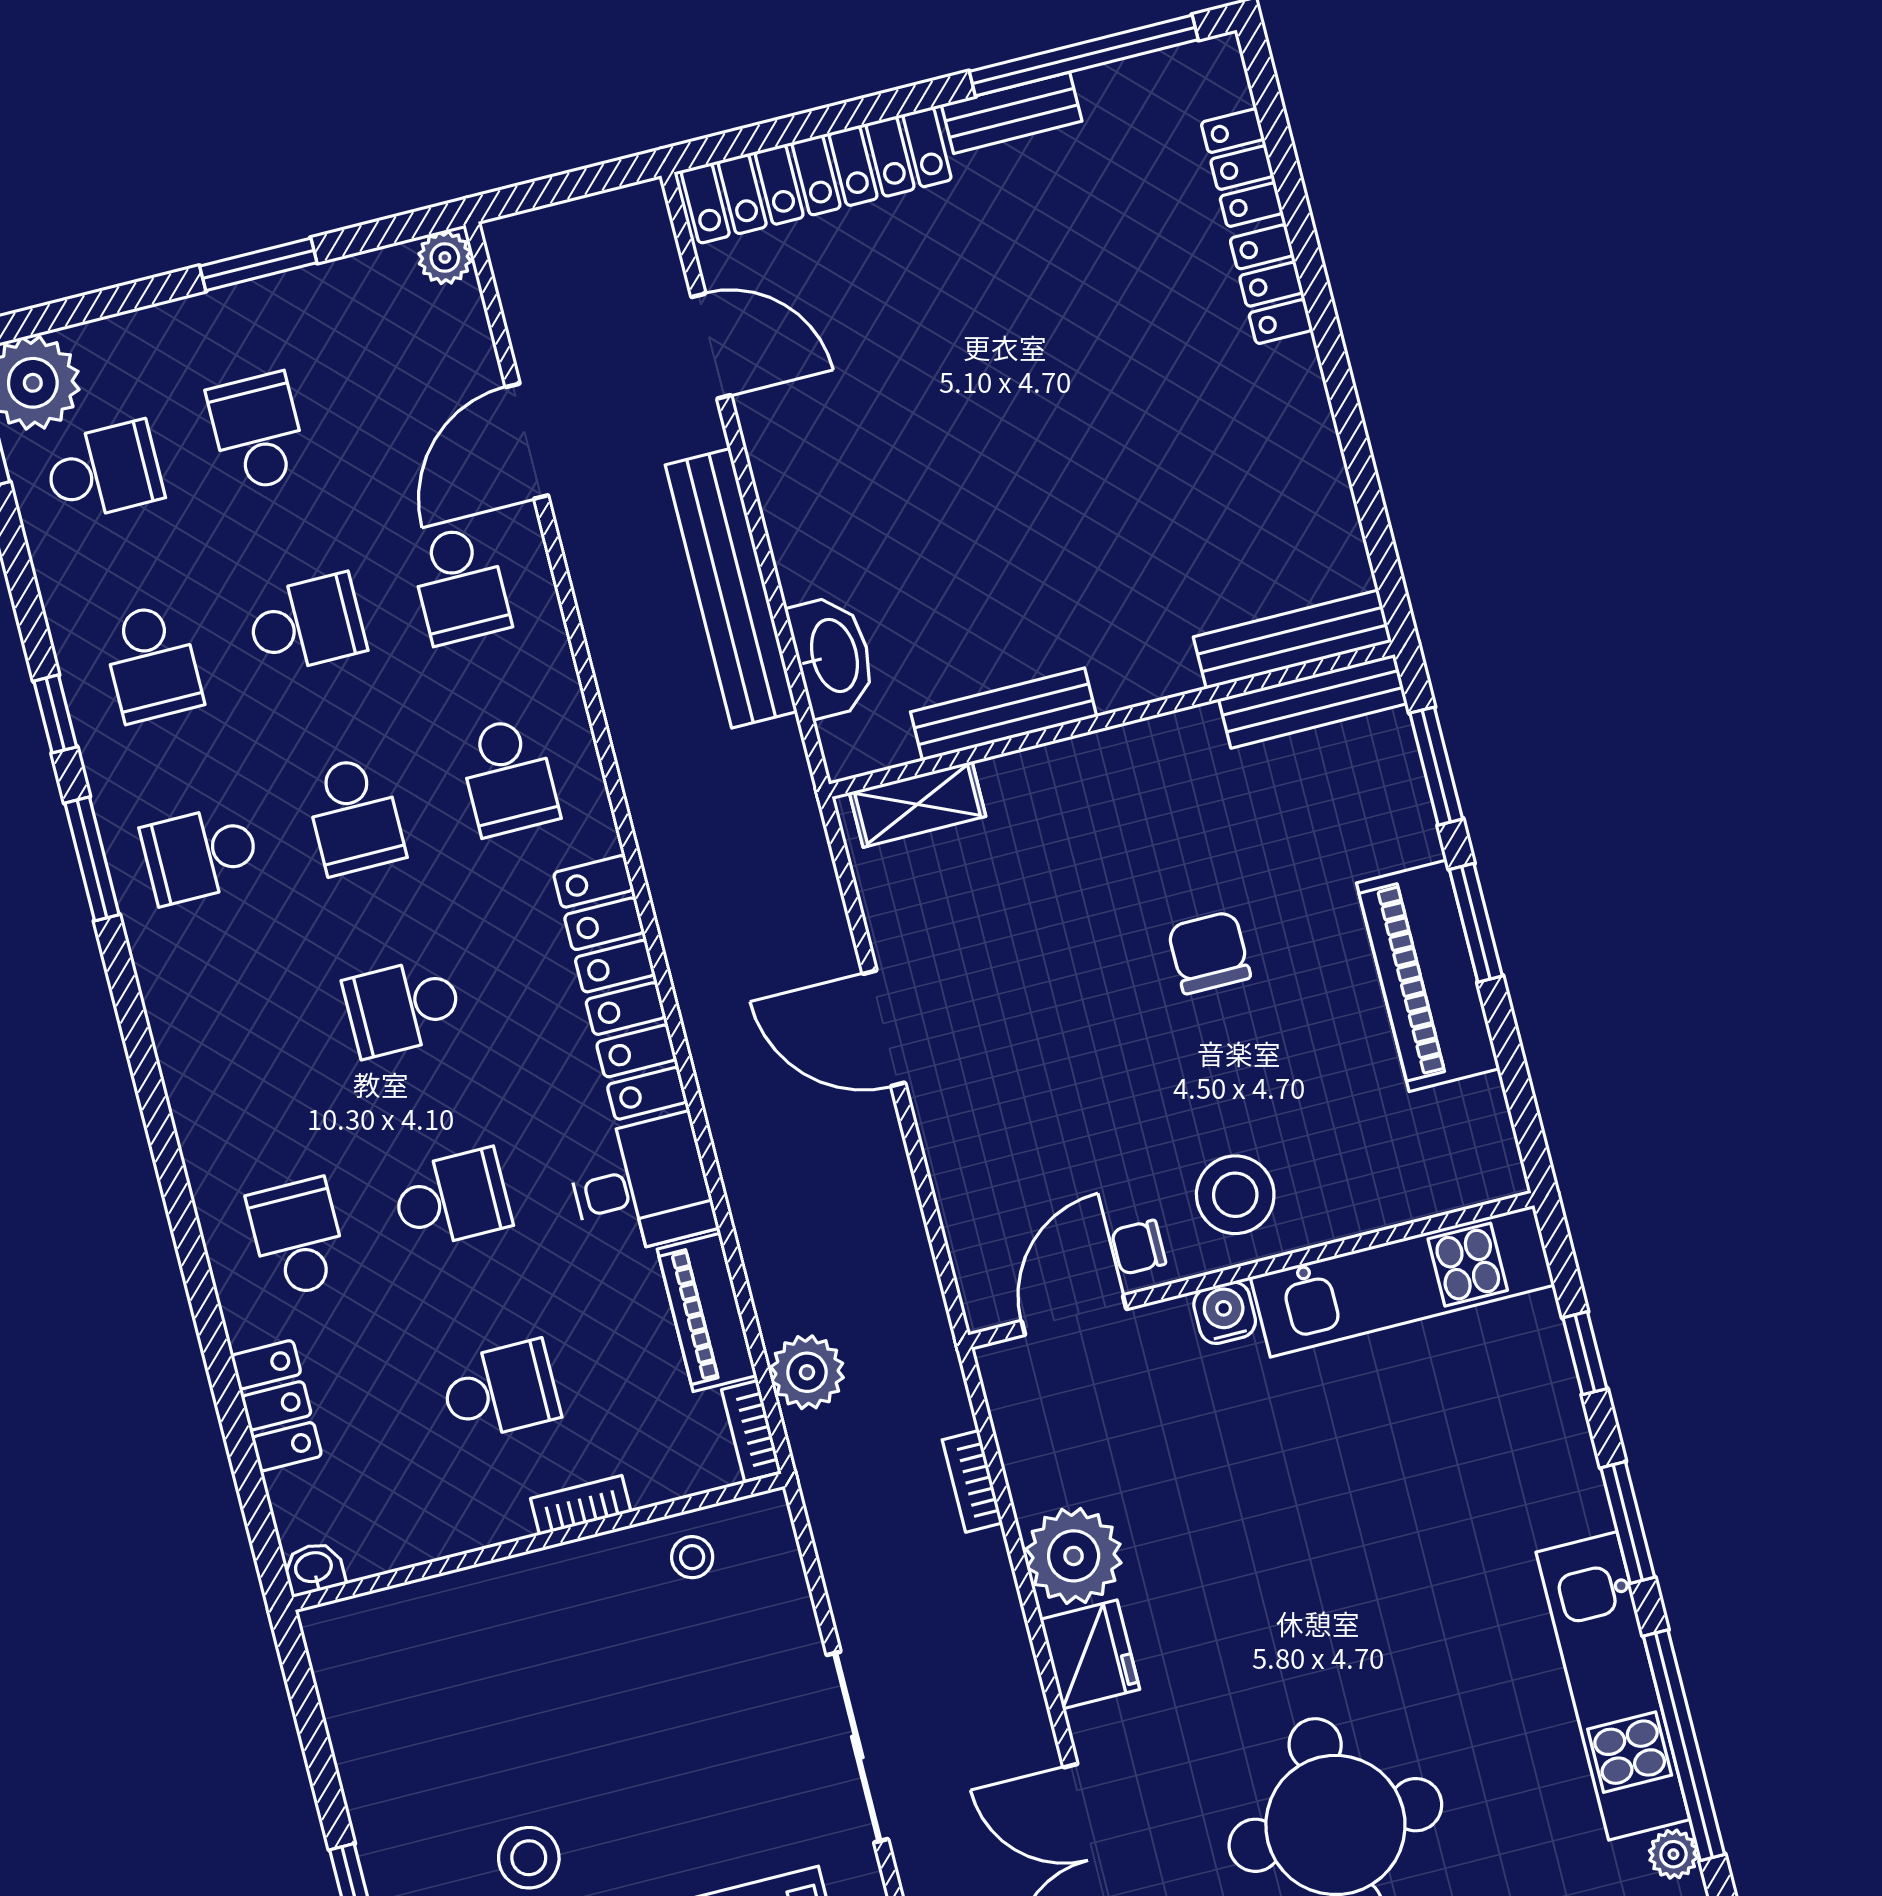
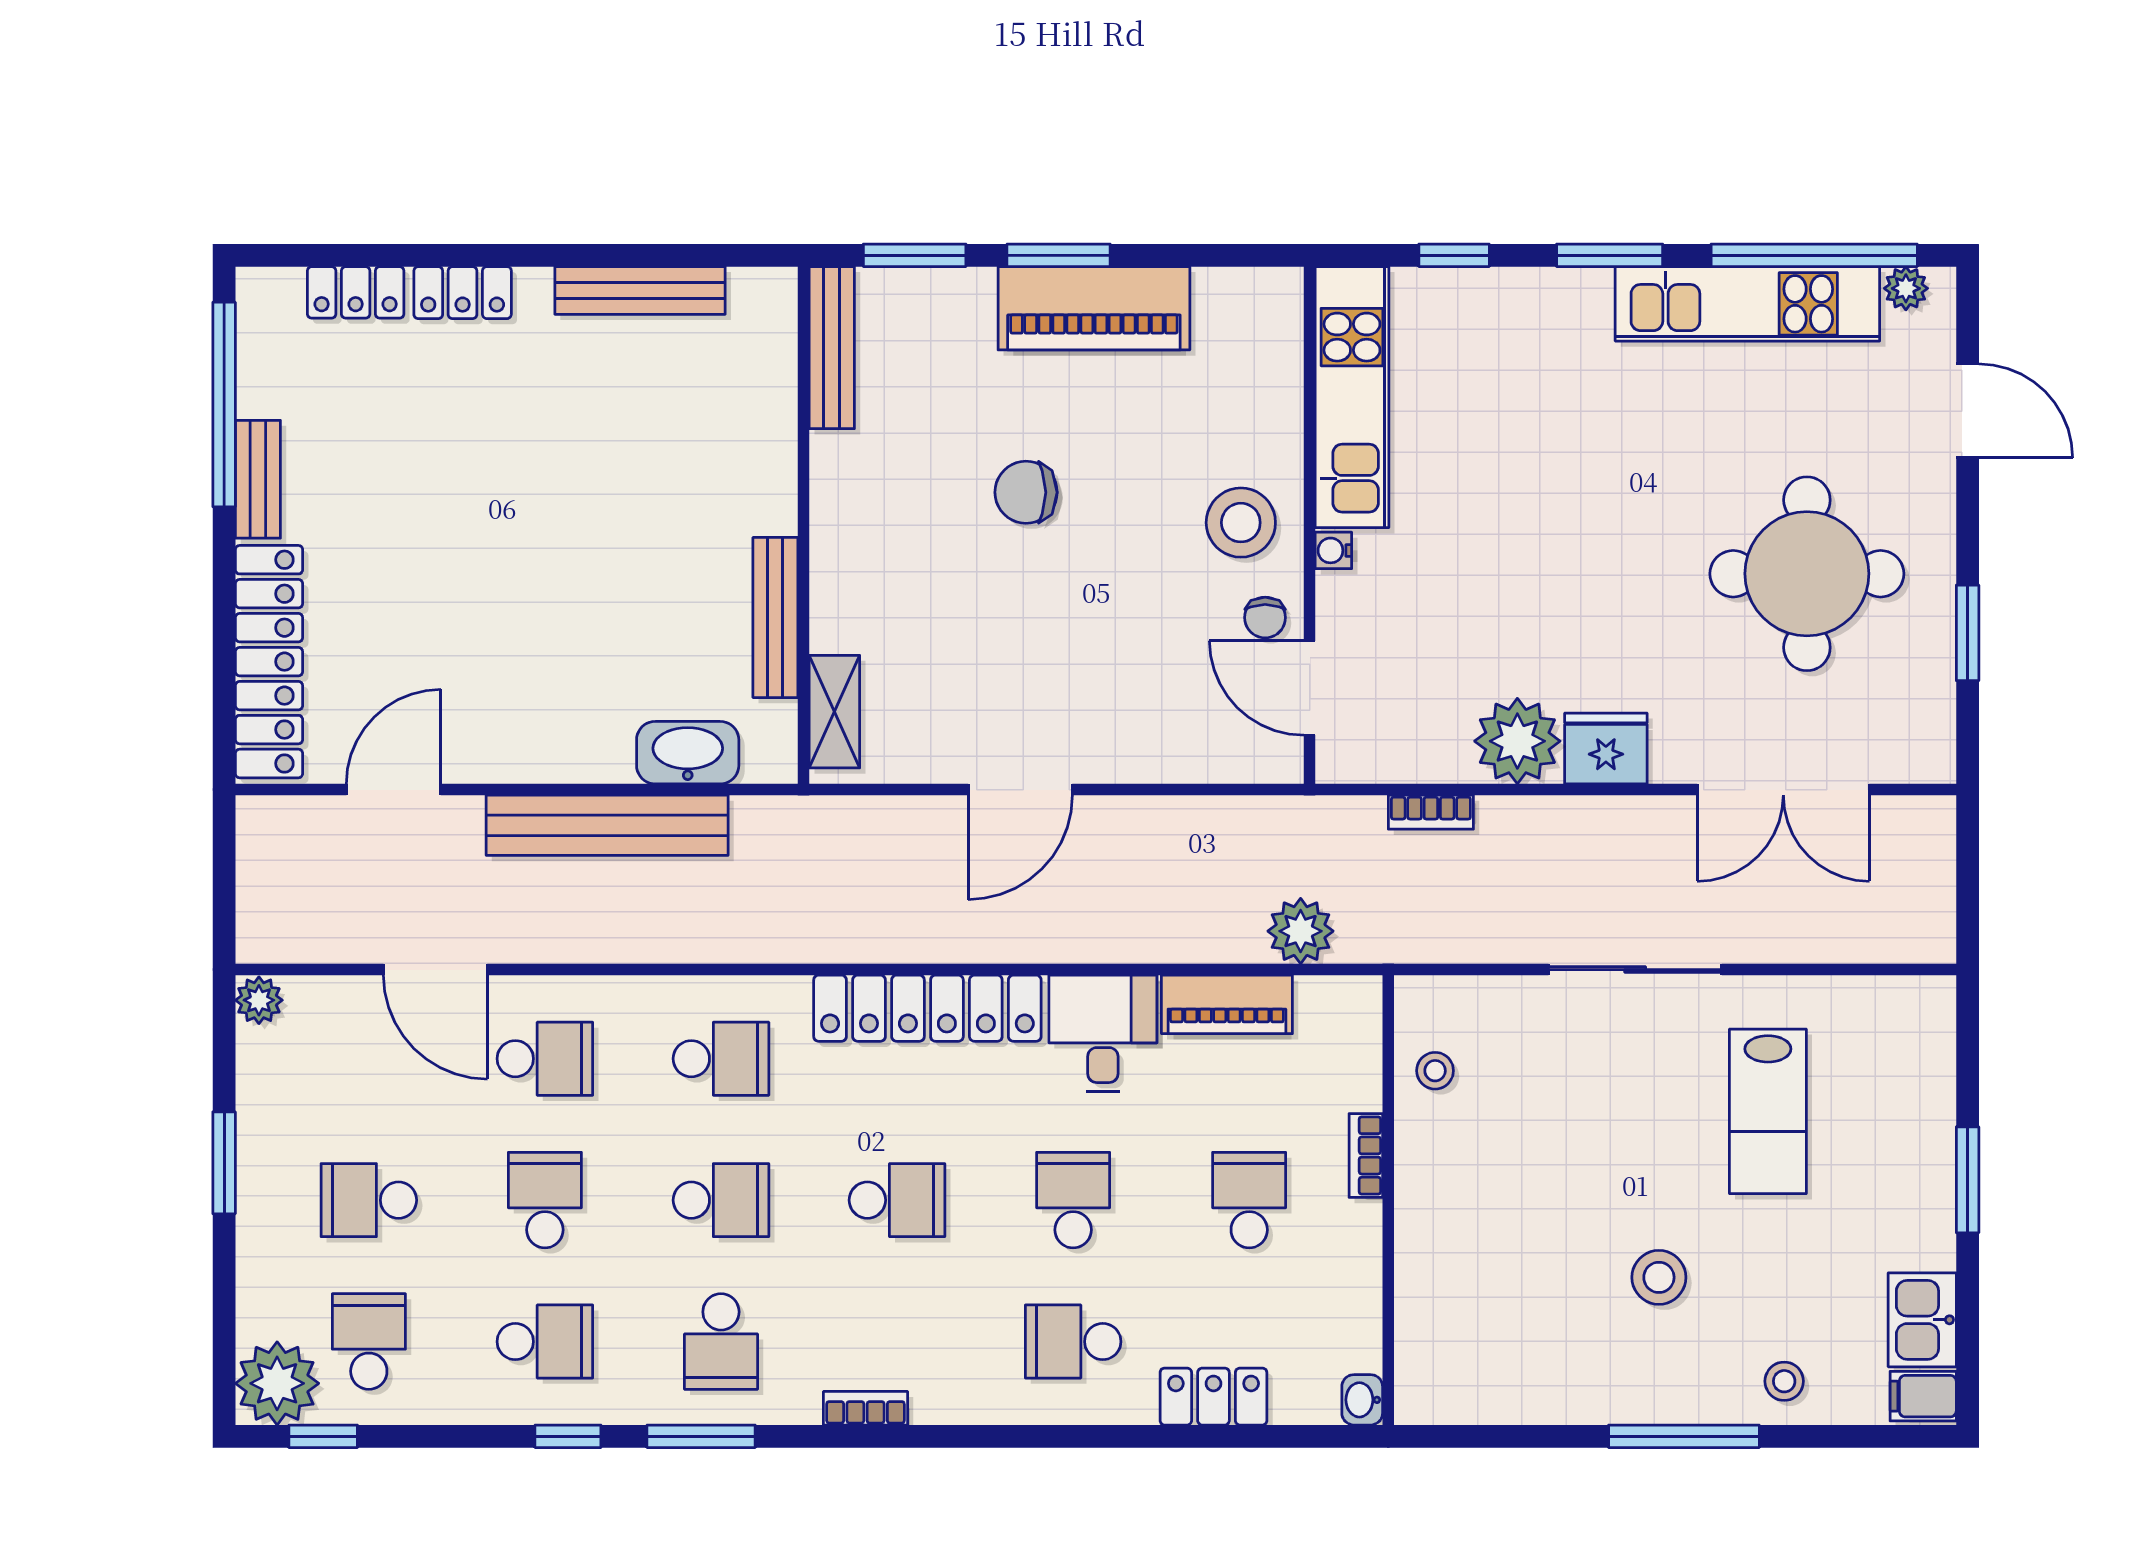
bench: (1293, 639) -> (640, 290), moved, turned 90
school desk: (403, 1007) -> (897, 1200), turned -90
water cooler: (1225, 1313) -> (1333, 550), width x0.72, depth x0.72
bookcase: (751, 1431) -> (865, 1408), moved, turned 180

